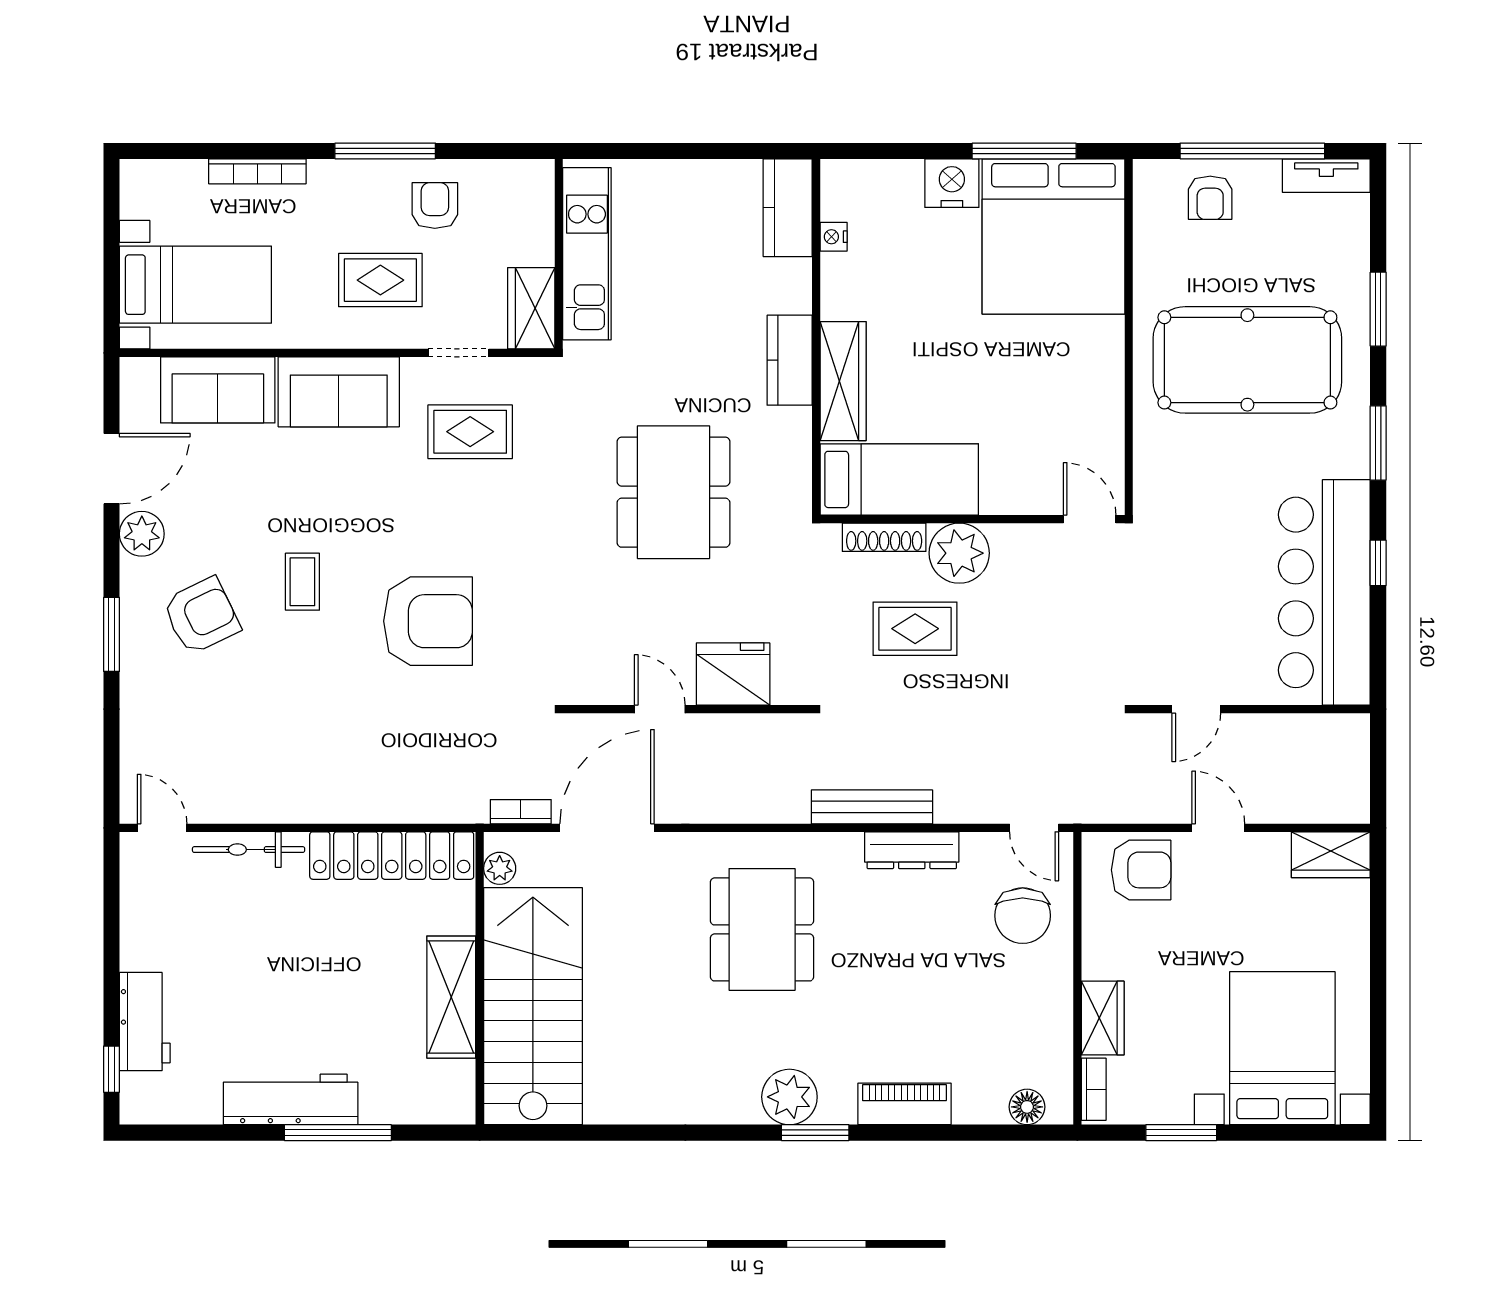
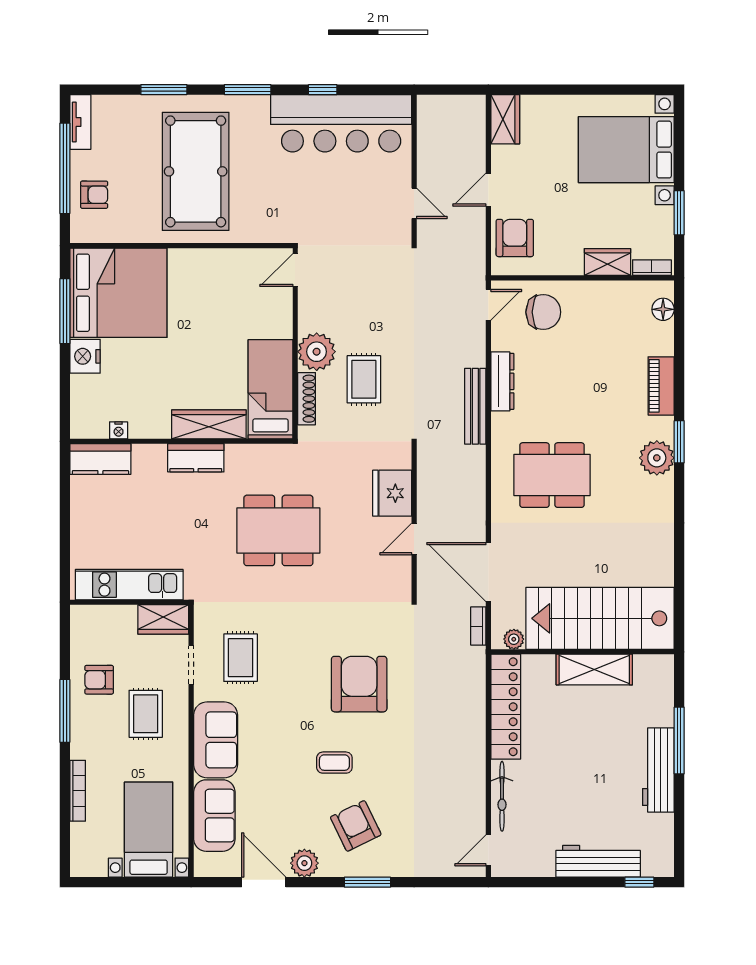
workbench: (145, 1022) -> (598, 861), width x1.38

